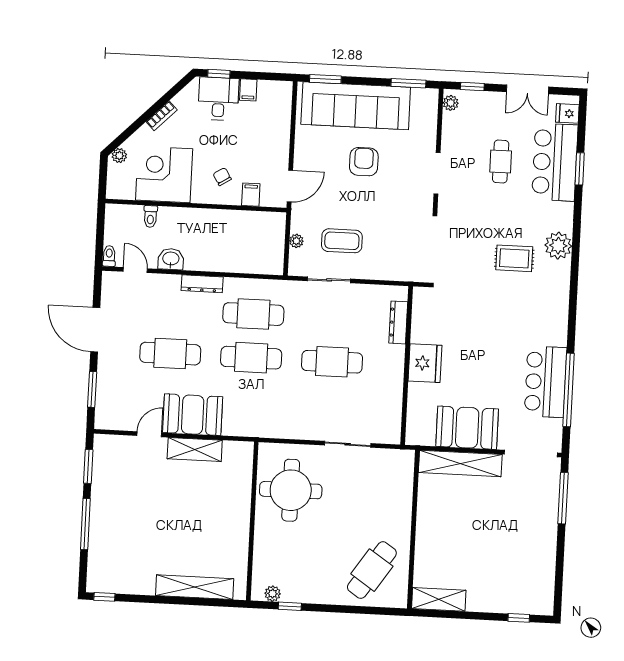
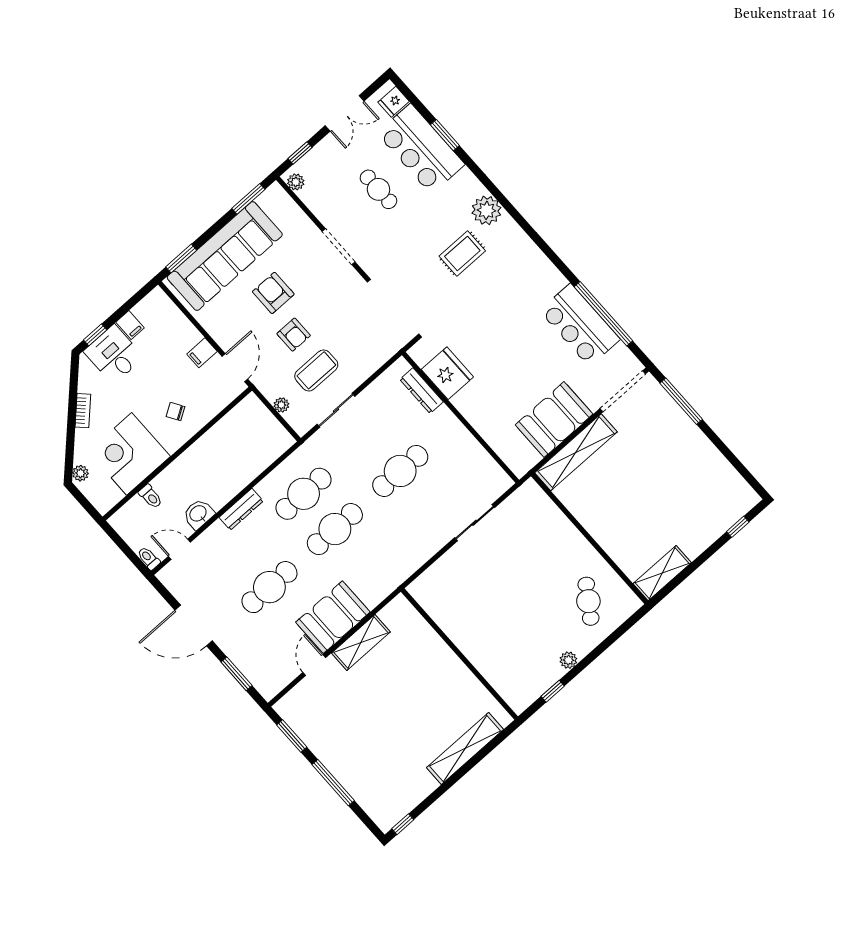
filing cabinet: (251, 195) -> (202, 353), moved, turned -90
armchair: (350, 202) -> (294, 335), added
fridge: (425, 363) -> (447, 373), moved
round table: (291, 490) -> (466, 601), removed
cafe table: (372, 570) -> (588, 601), width x0.73, depth x0.74
plant: (273, 594) -> (568, 660), moved

